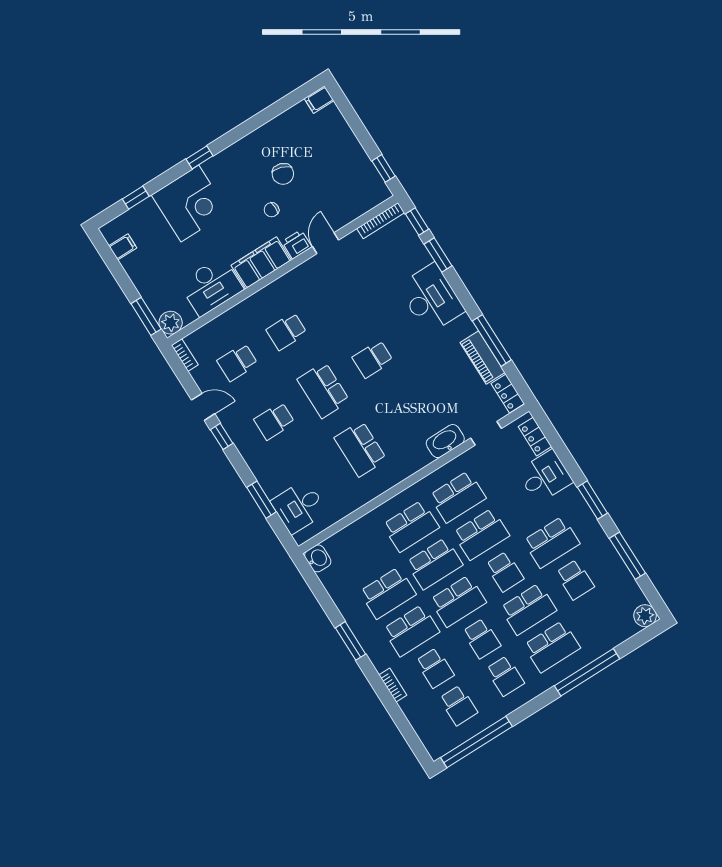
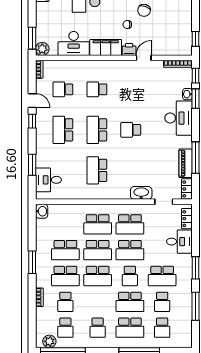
washbasin: (422, 256) -> (187, 94), added
school desk: (274, 421) -> (63, 130), width x1.85
plant: (645, 616) -> (49, 341), moved
school desk: (482, 639) -> (162, 328), moved

